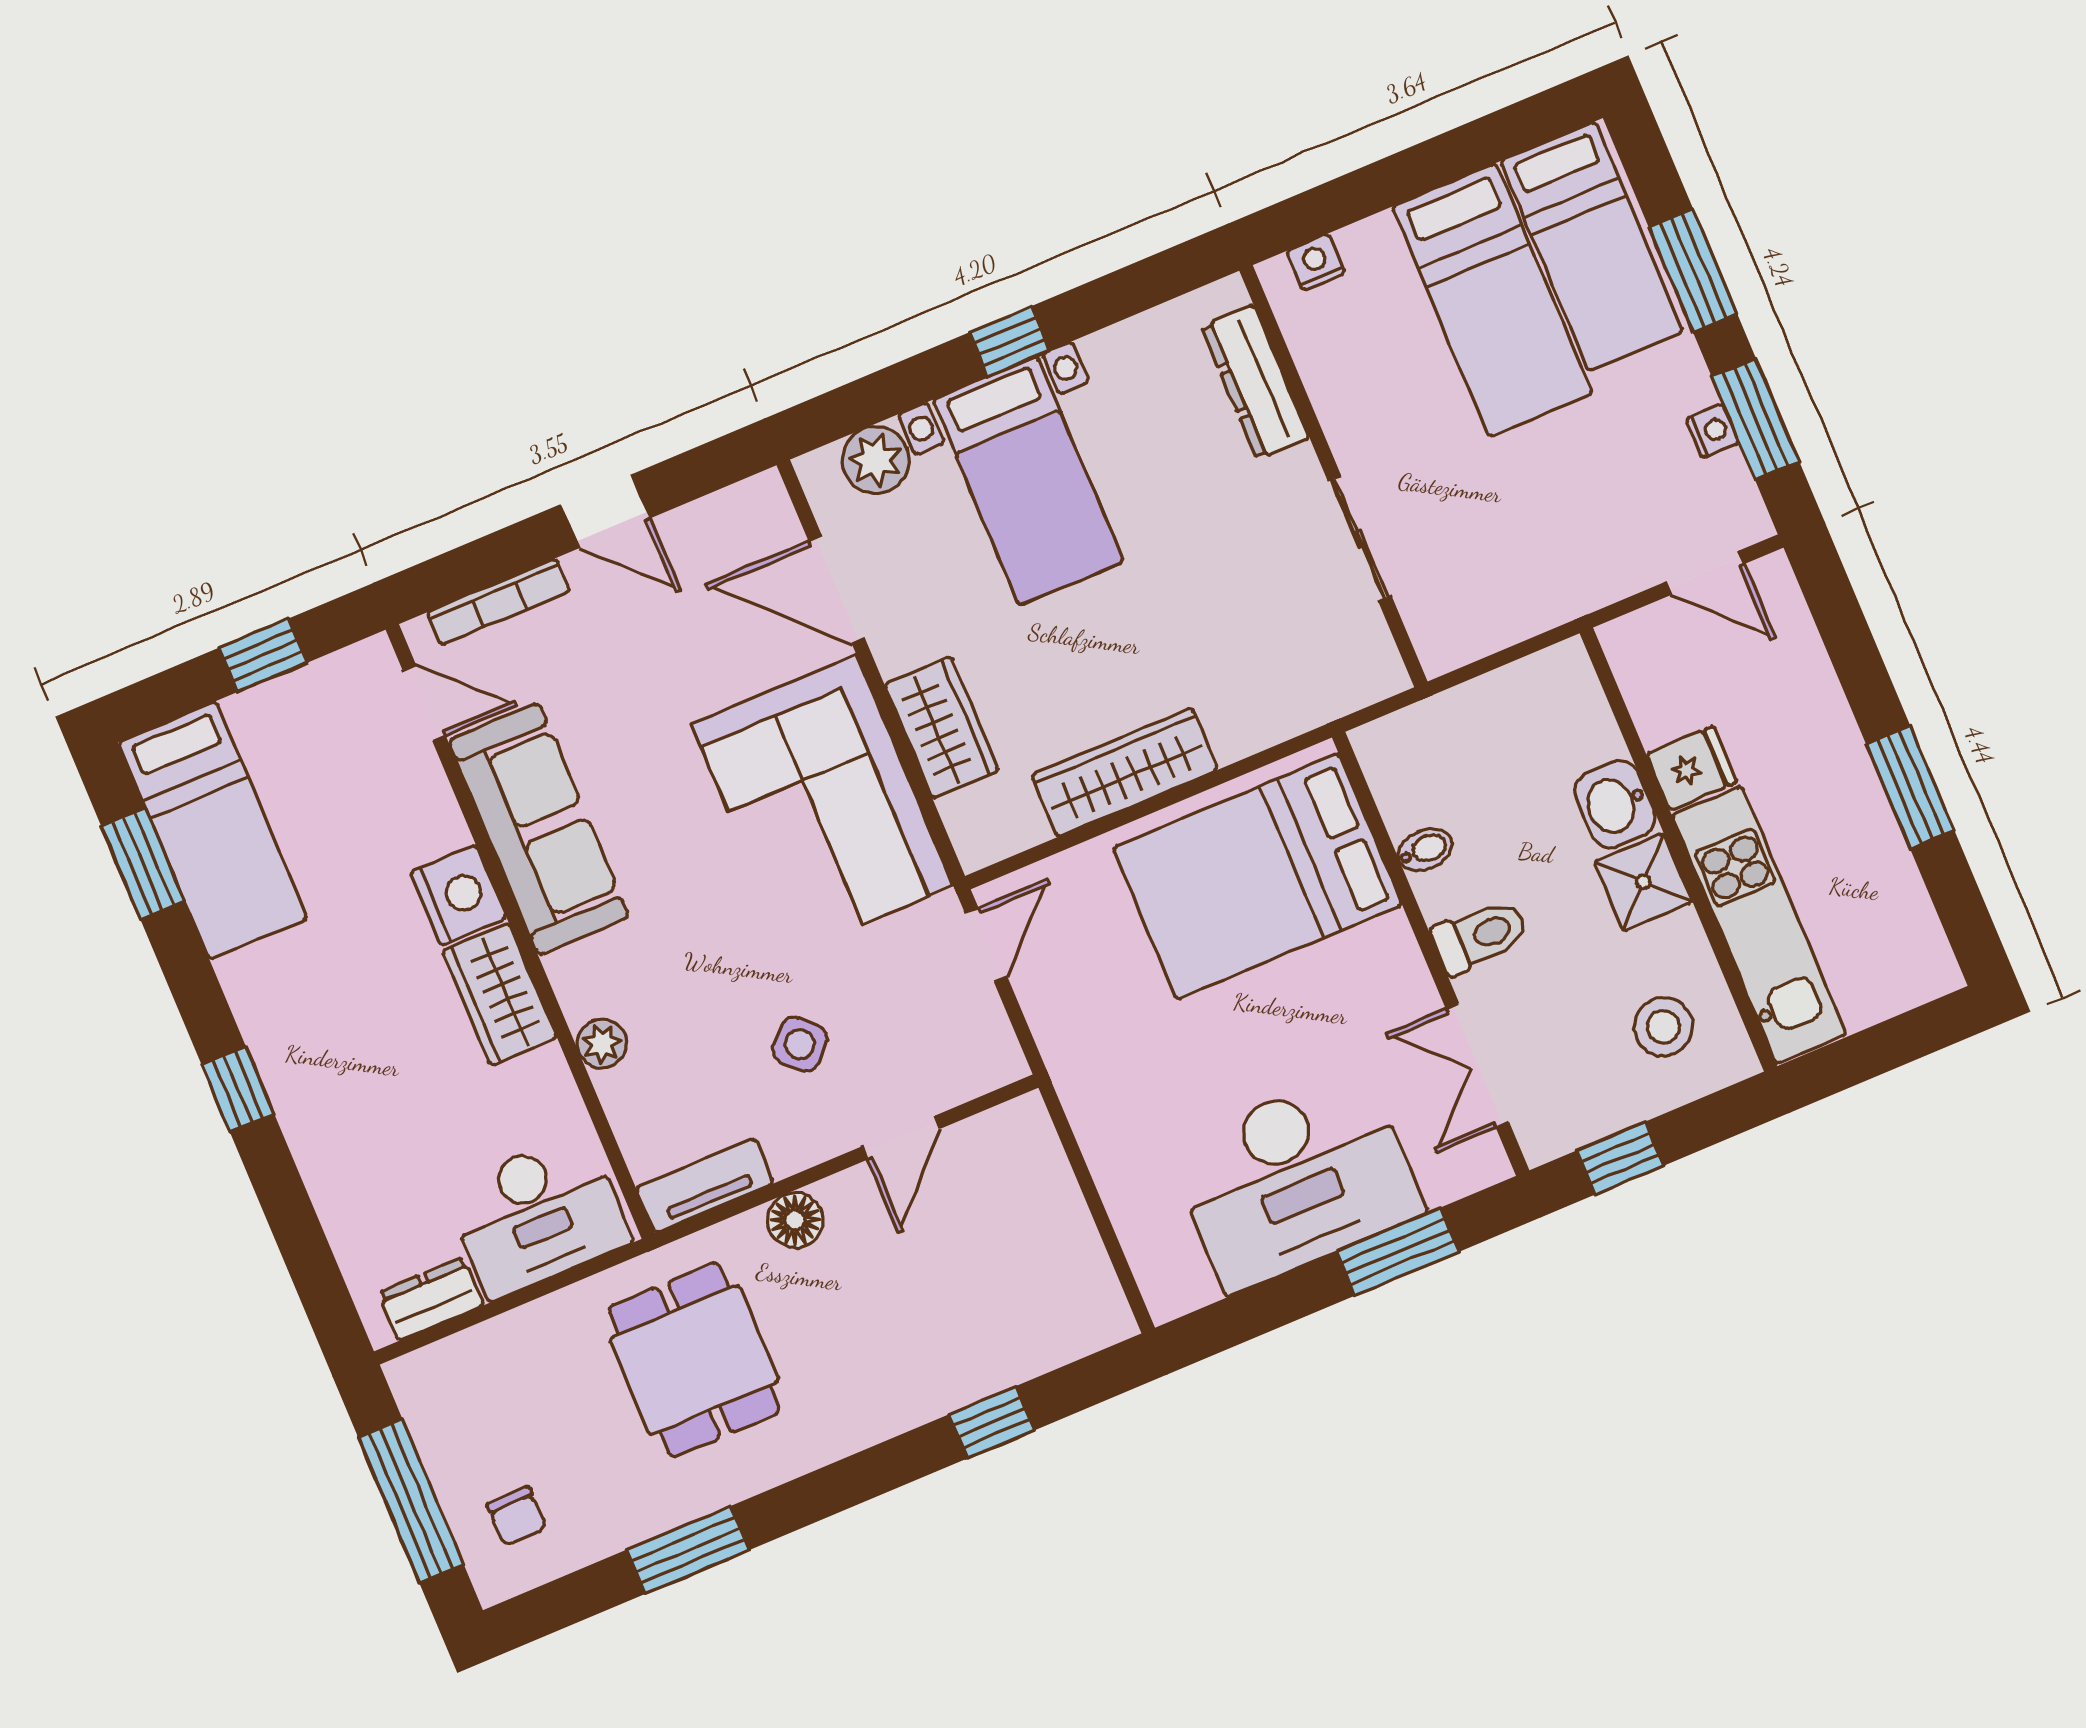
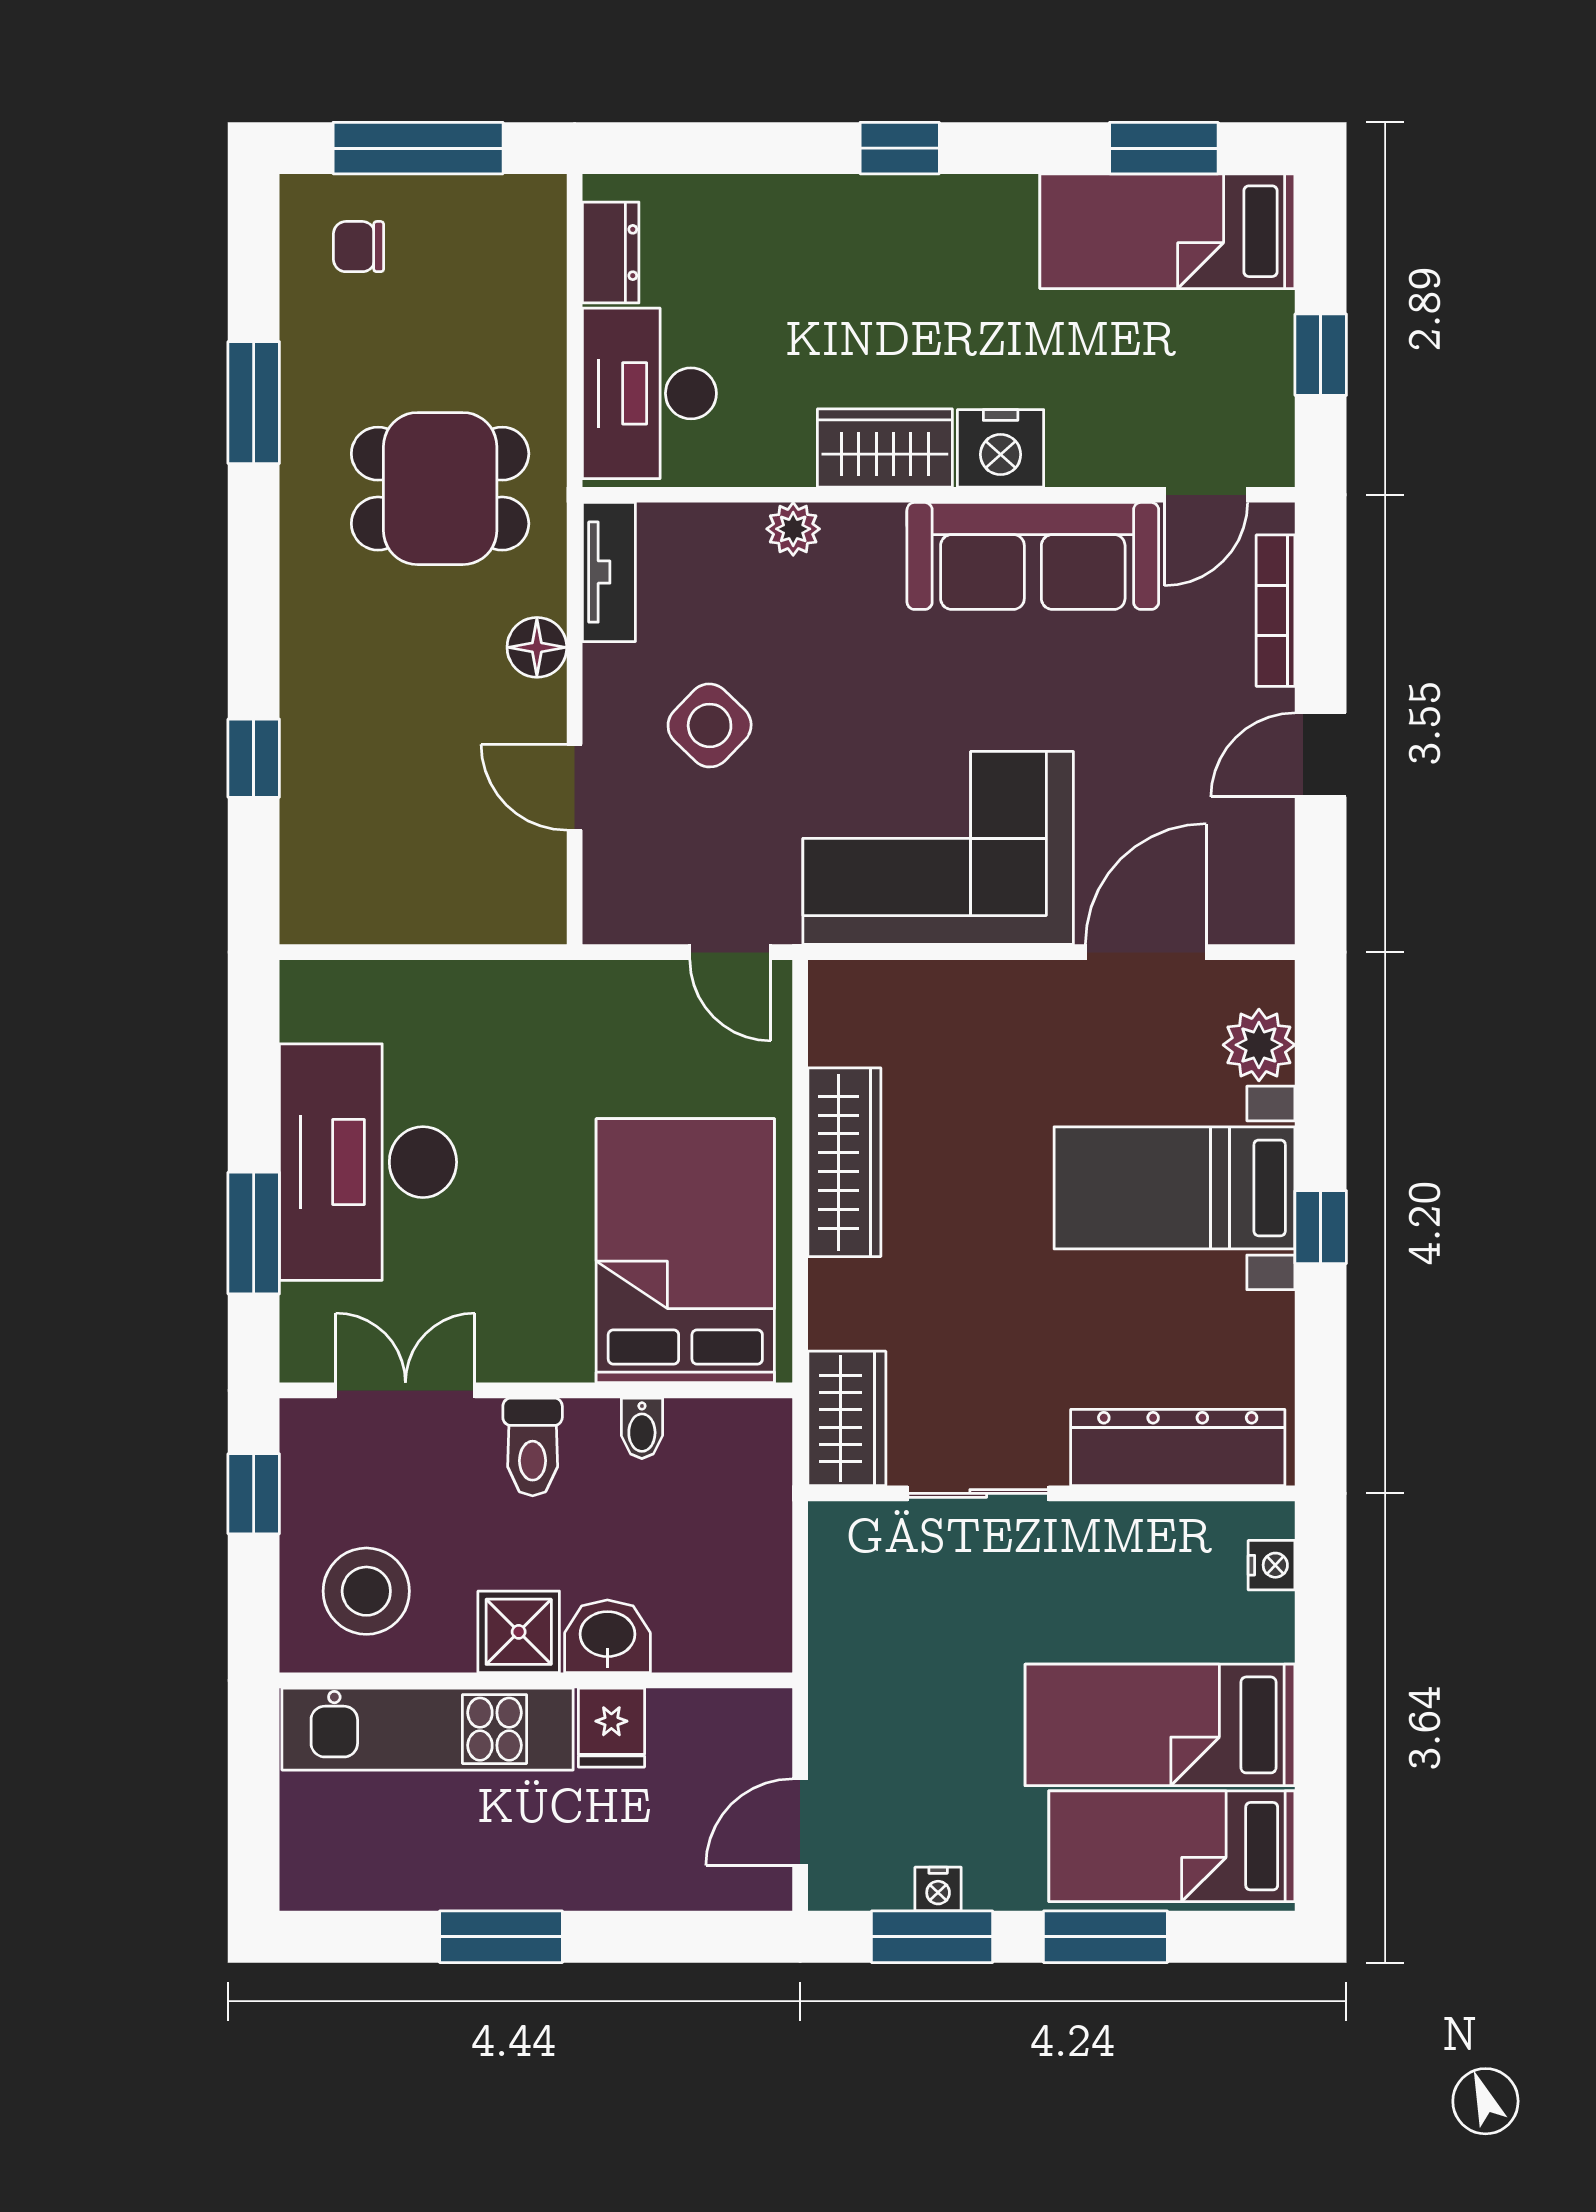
dresser: (1255, 382) -> (1178, 1448), width x1.37, depth x1.24
wardrobe: (942, 727) -> (847, 1418), moved, turned -90
stool: (1663, 1027) -> (366, 1591), width x1.38, depth x1.38
side table: (800, 1044) -> (710, 725), width x1.37, depth x1.37

